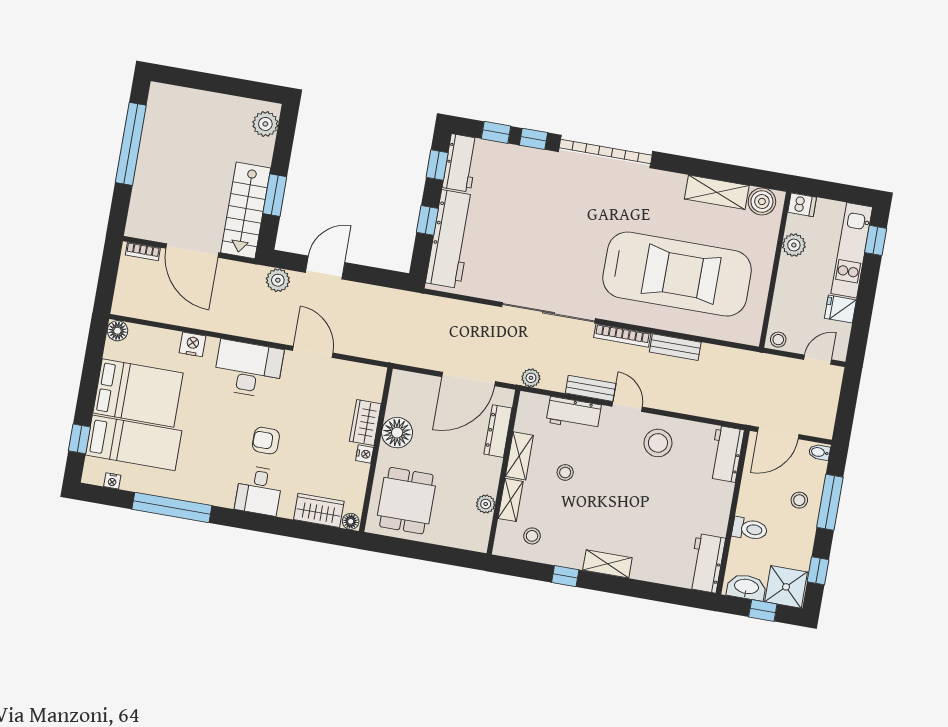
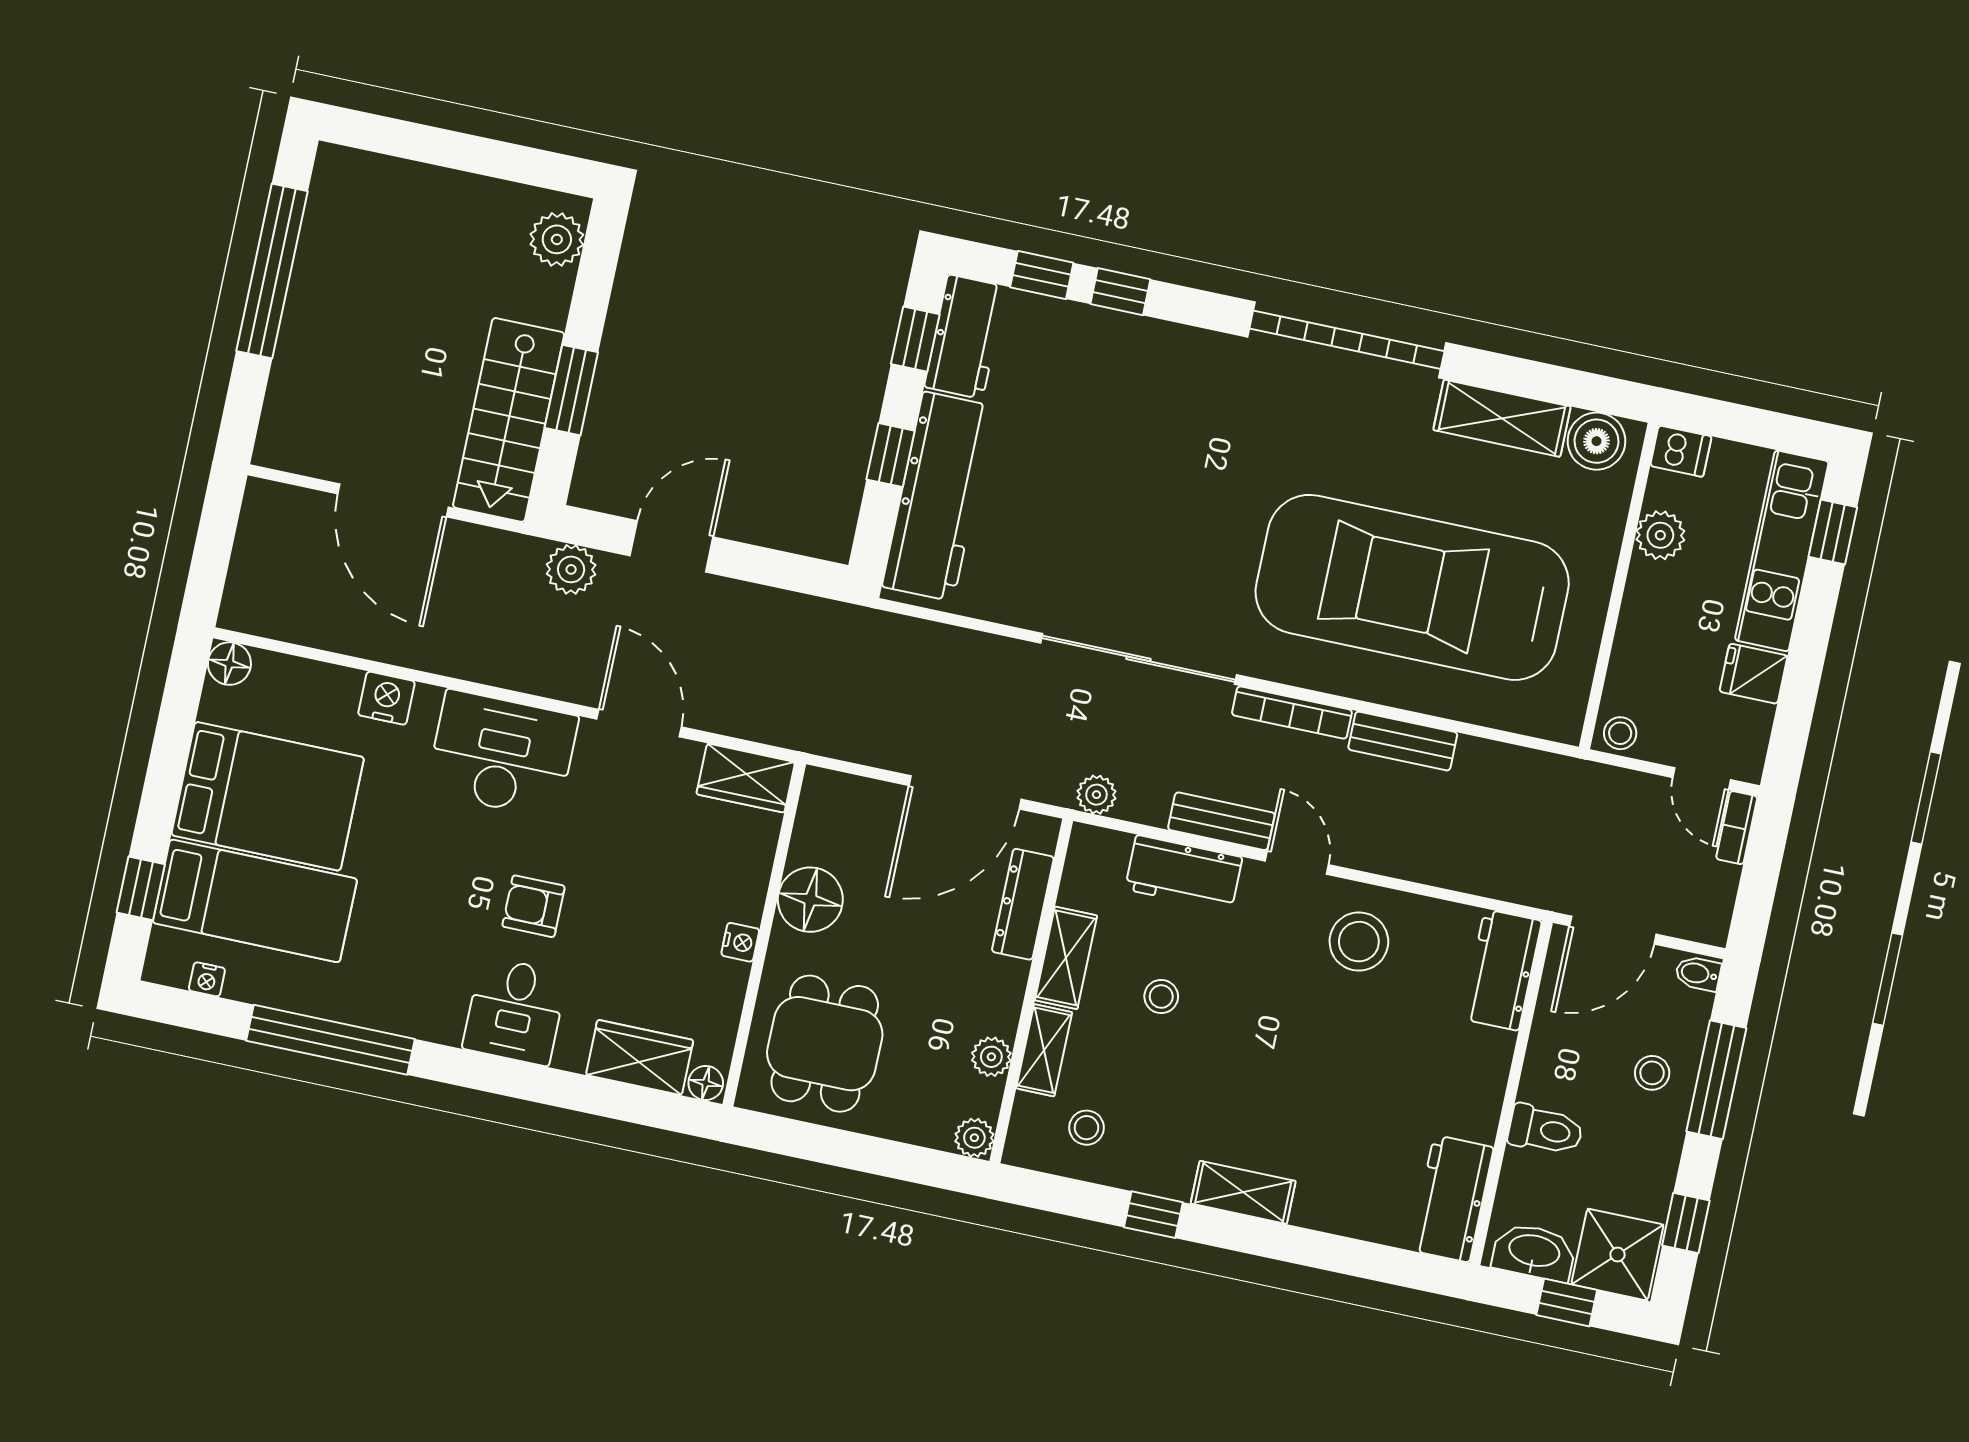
garage door: (606, 151) -> (1347, 340), moved
bookcase: (143, 251) -> (1737, 828), moved, turned 90
car: (677, 274) -> (1412, 587), turned 180
door: (818, 360) -> (1702, 779), swing flipped
wardrobe: (365, 422) -> (746, 778), moved, turned -90
plant: (479, 543) -> (974, 1138), added

